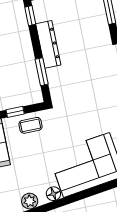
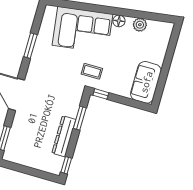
window: (15, 112) -> (101, 94), moved
coffee table: (31, 125) -> (92, 71), moved

